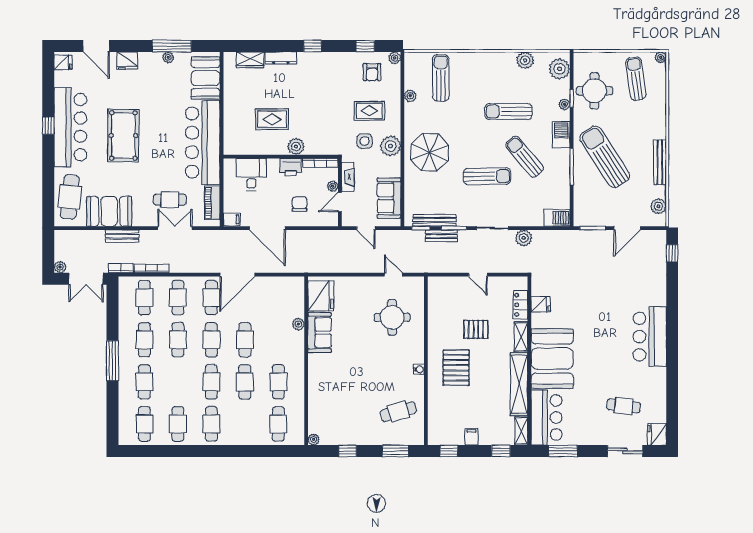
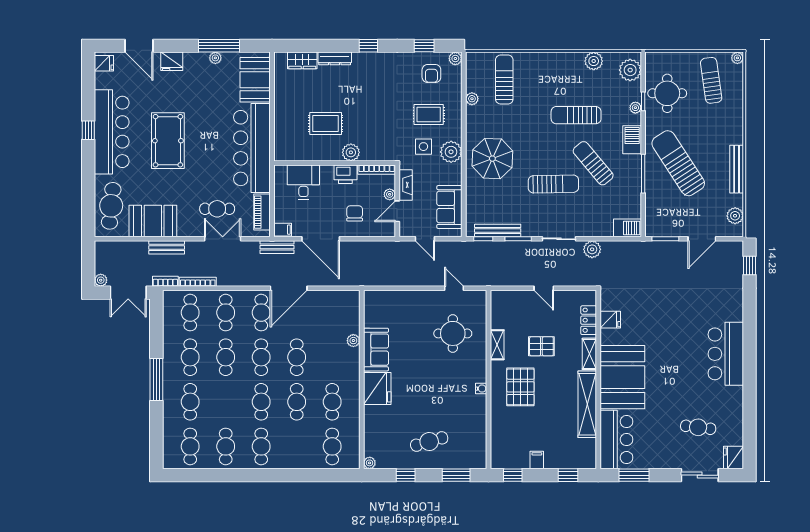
bench: (441, 236) -> (277, 247), moved
fridge: (321, 296) -> (377, 388), moved
cafe table: (398, 412) -> (429, 442), moved
shelving: (521, 431) -> (497, 345), moved

